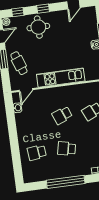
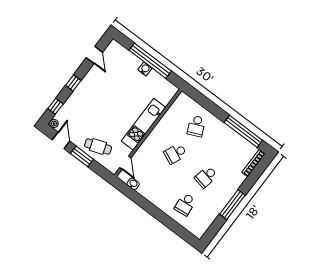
round table: (38, 27) -> (84, 102), removed
school desk: (62, 115) -> (175, 154), turned 45
window: (66, 182) -> (232, 205), width x0.68

